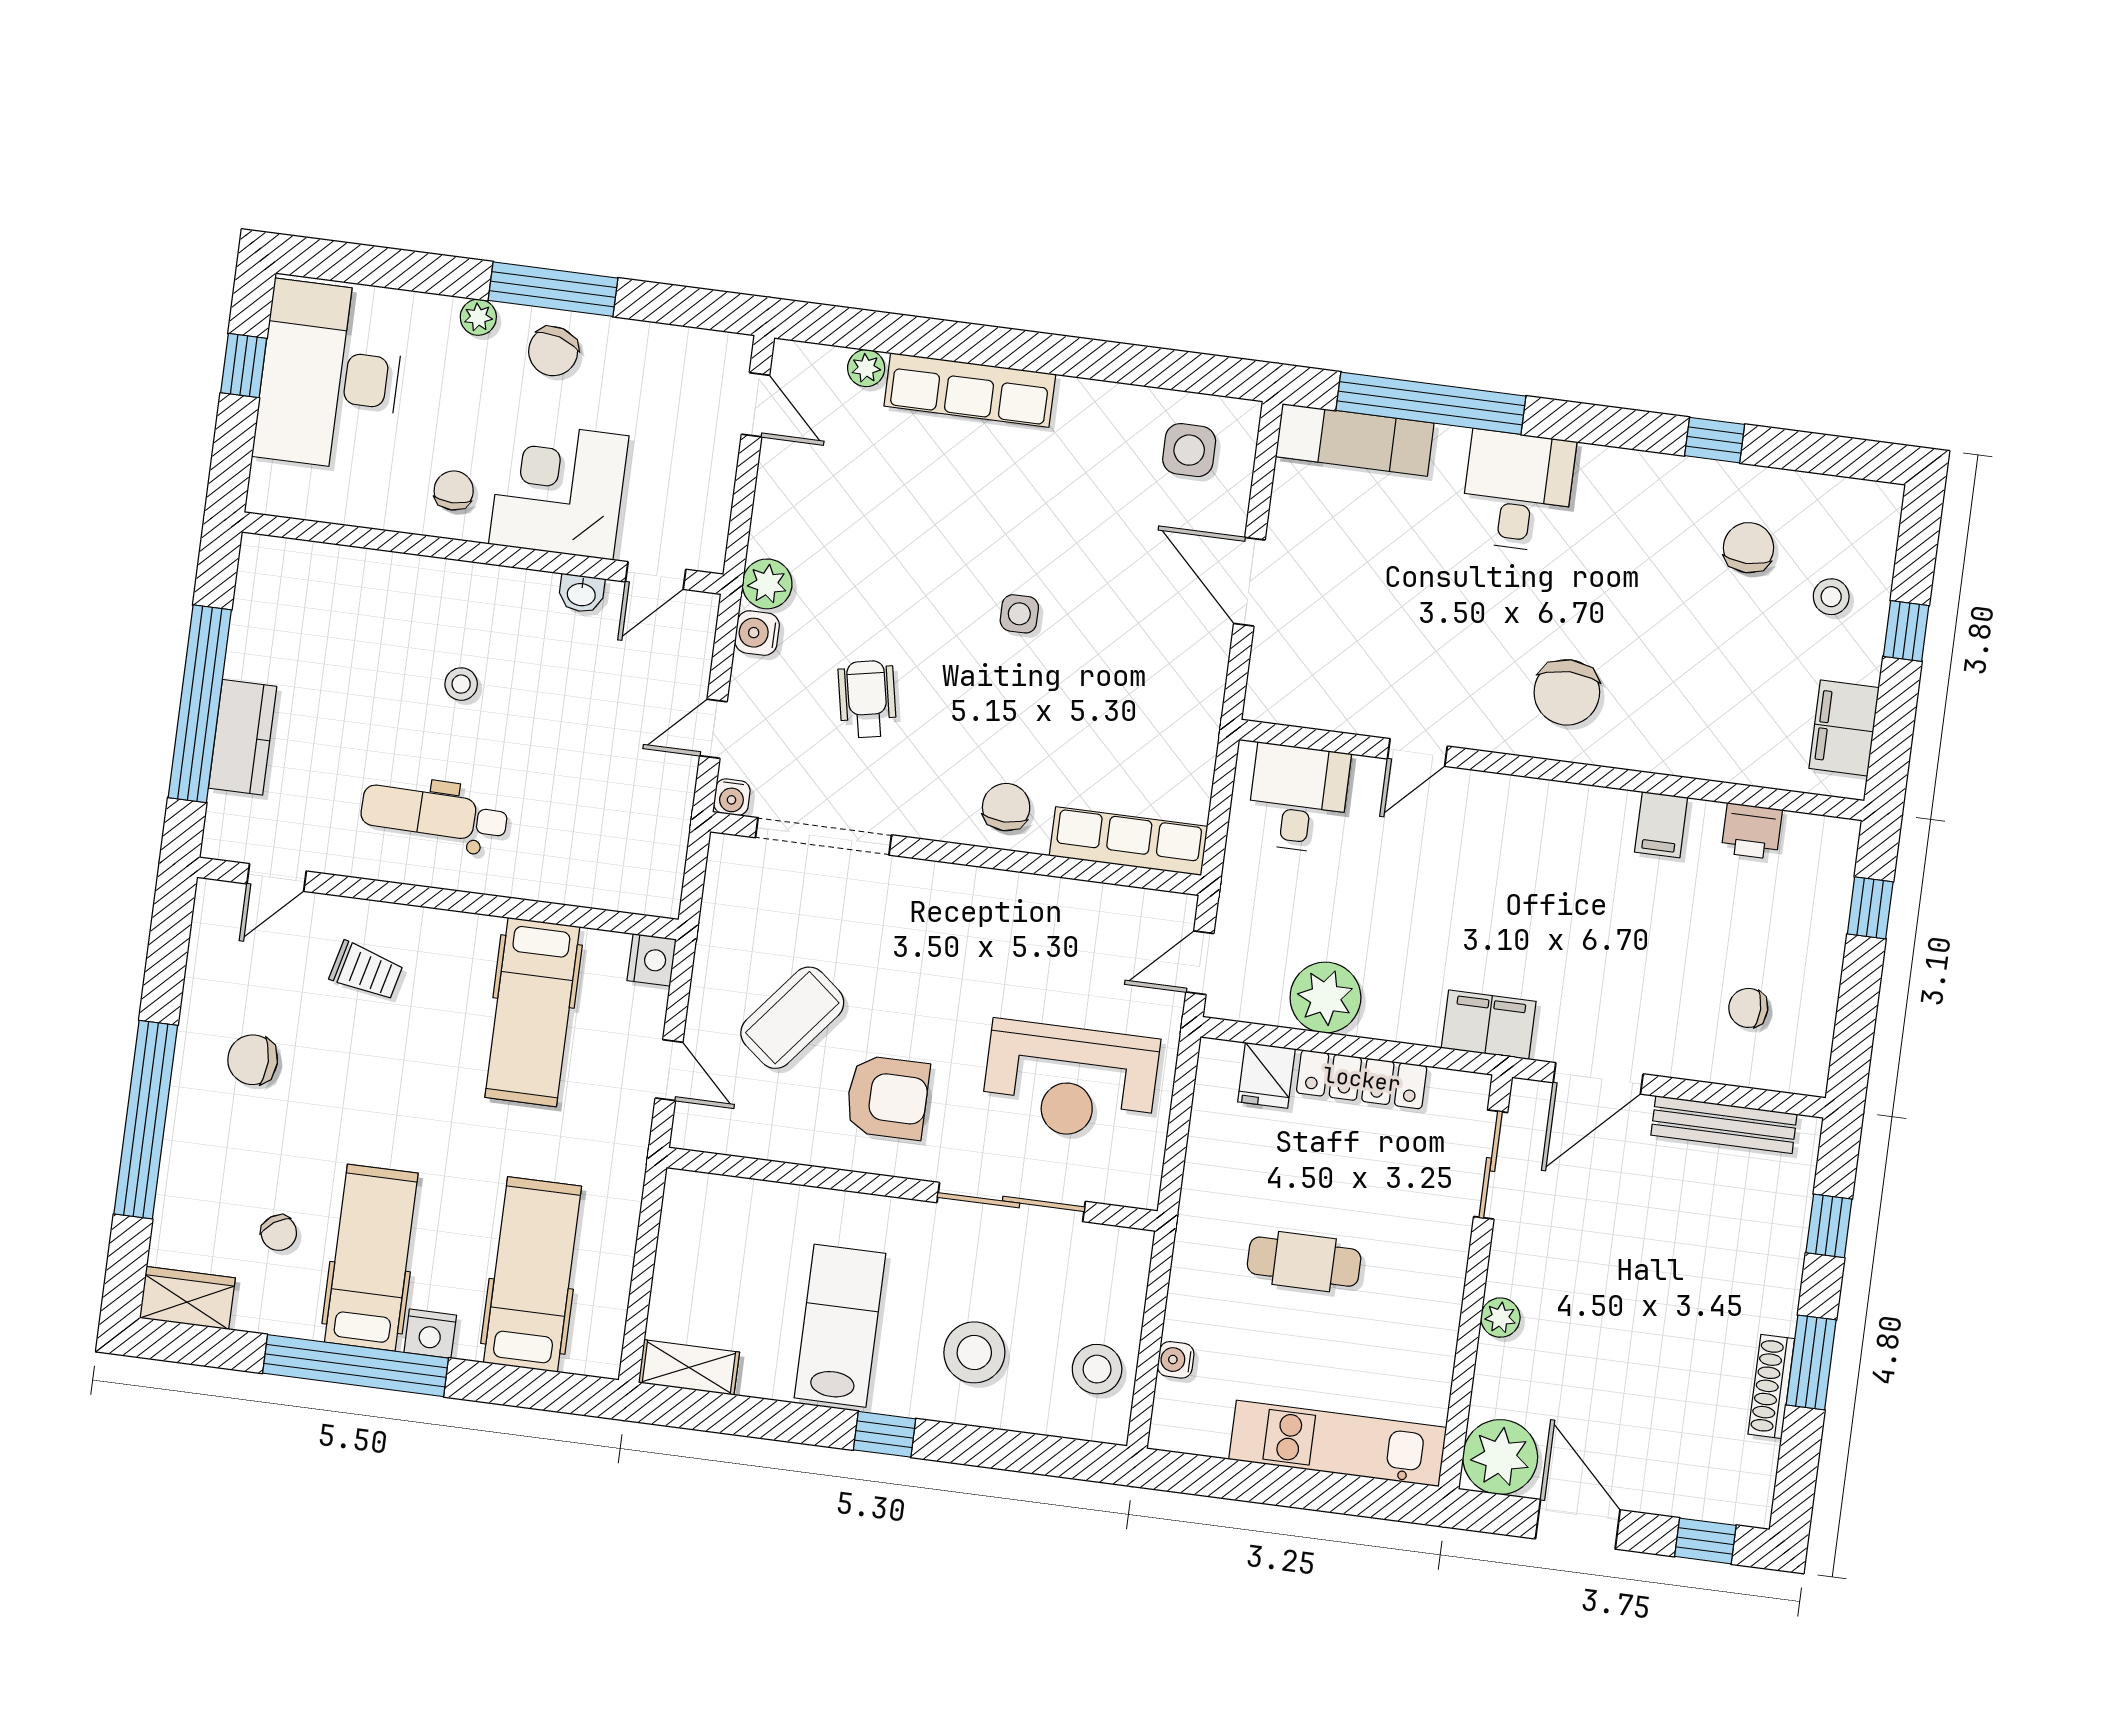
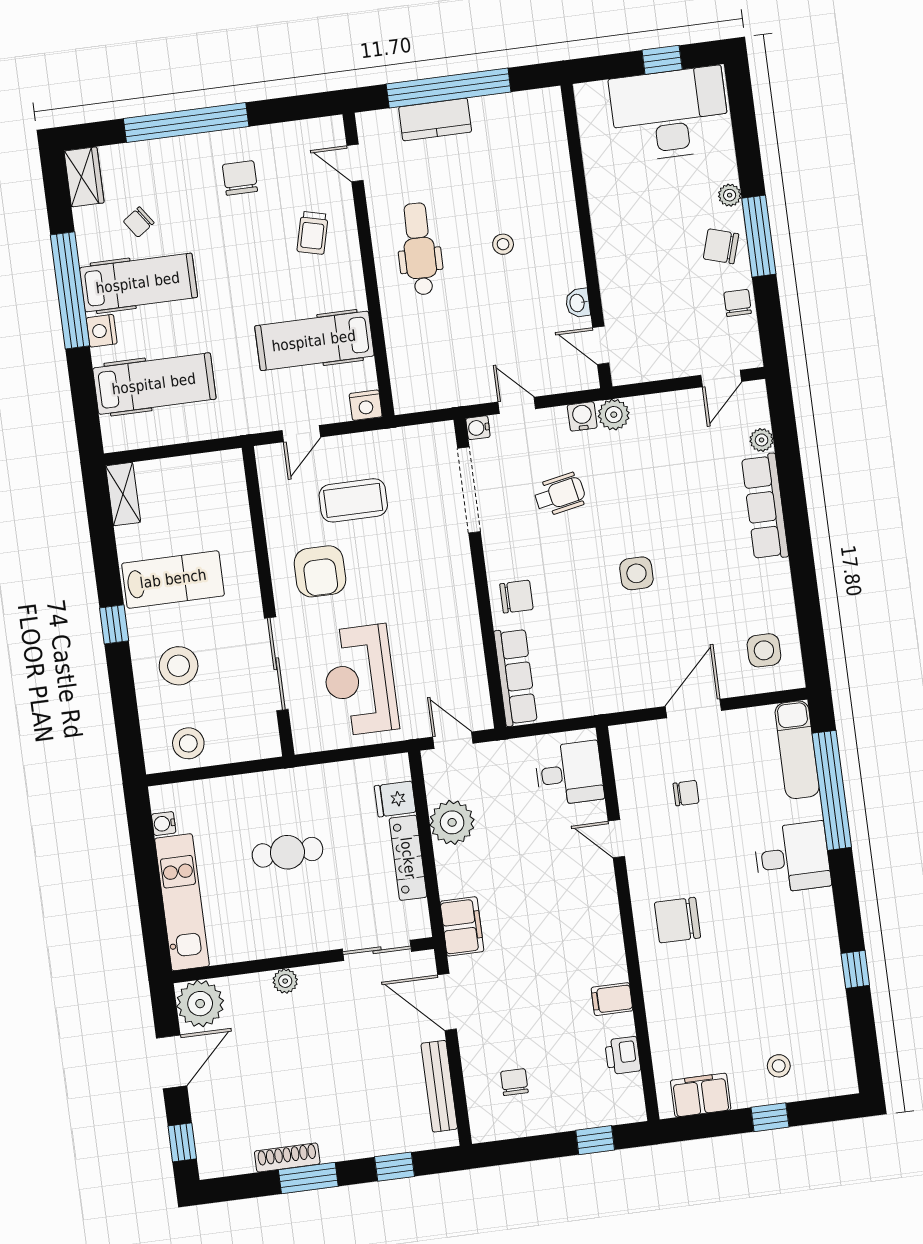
corner desk: (559, 490) -> (637, 272), removed
chair: (454, 491) -> (738, 303), moved, turned -90
chair: (1749, 548) -> (686, 793), moved, width x0.73, depth x0.73
side table: (1019, 614) -> (636, 573), width x1.37, depth x1.37
coffee table: (792, 1018) -> (353, 500), turned -39
cafe table: (1304, 1262) -> (287, 852), turned 90
water cooler: (1176, 1360) -> (164, 824), moved, turned -90

